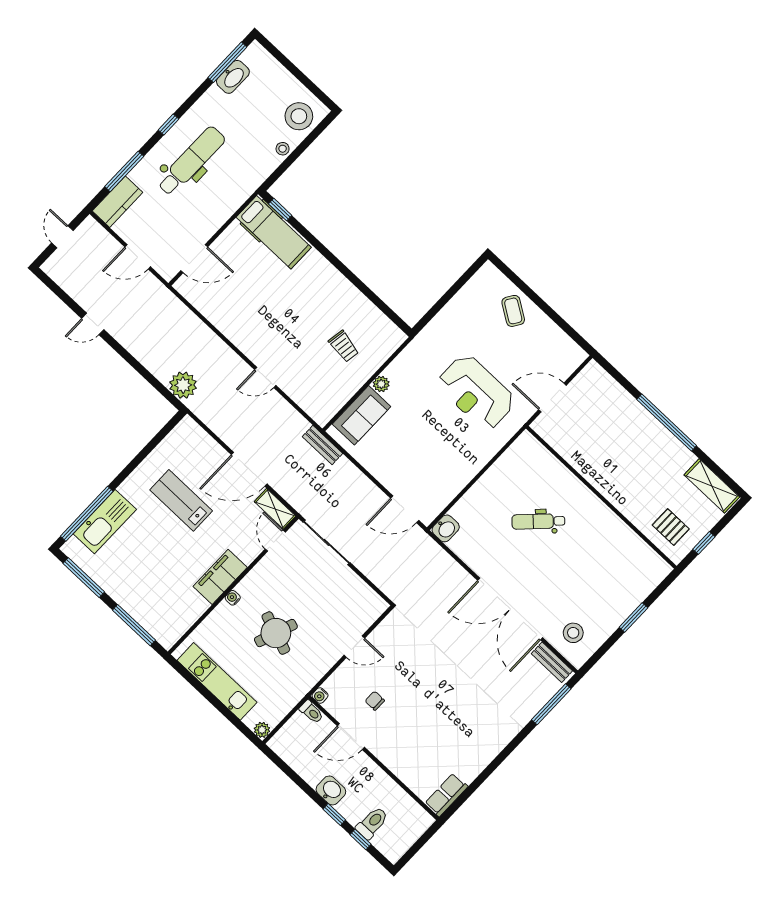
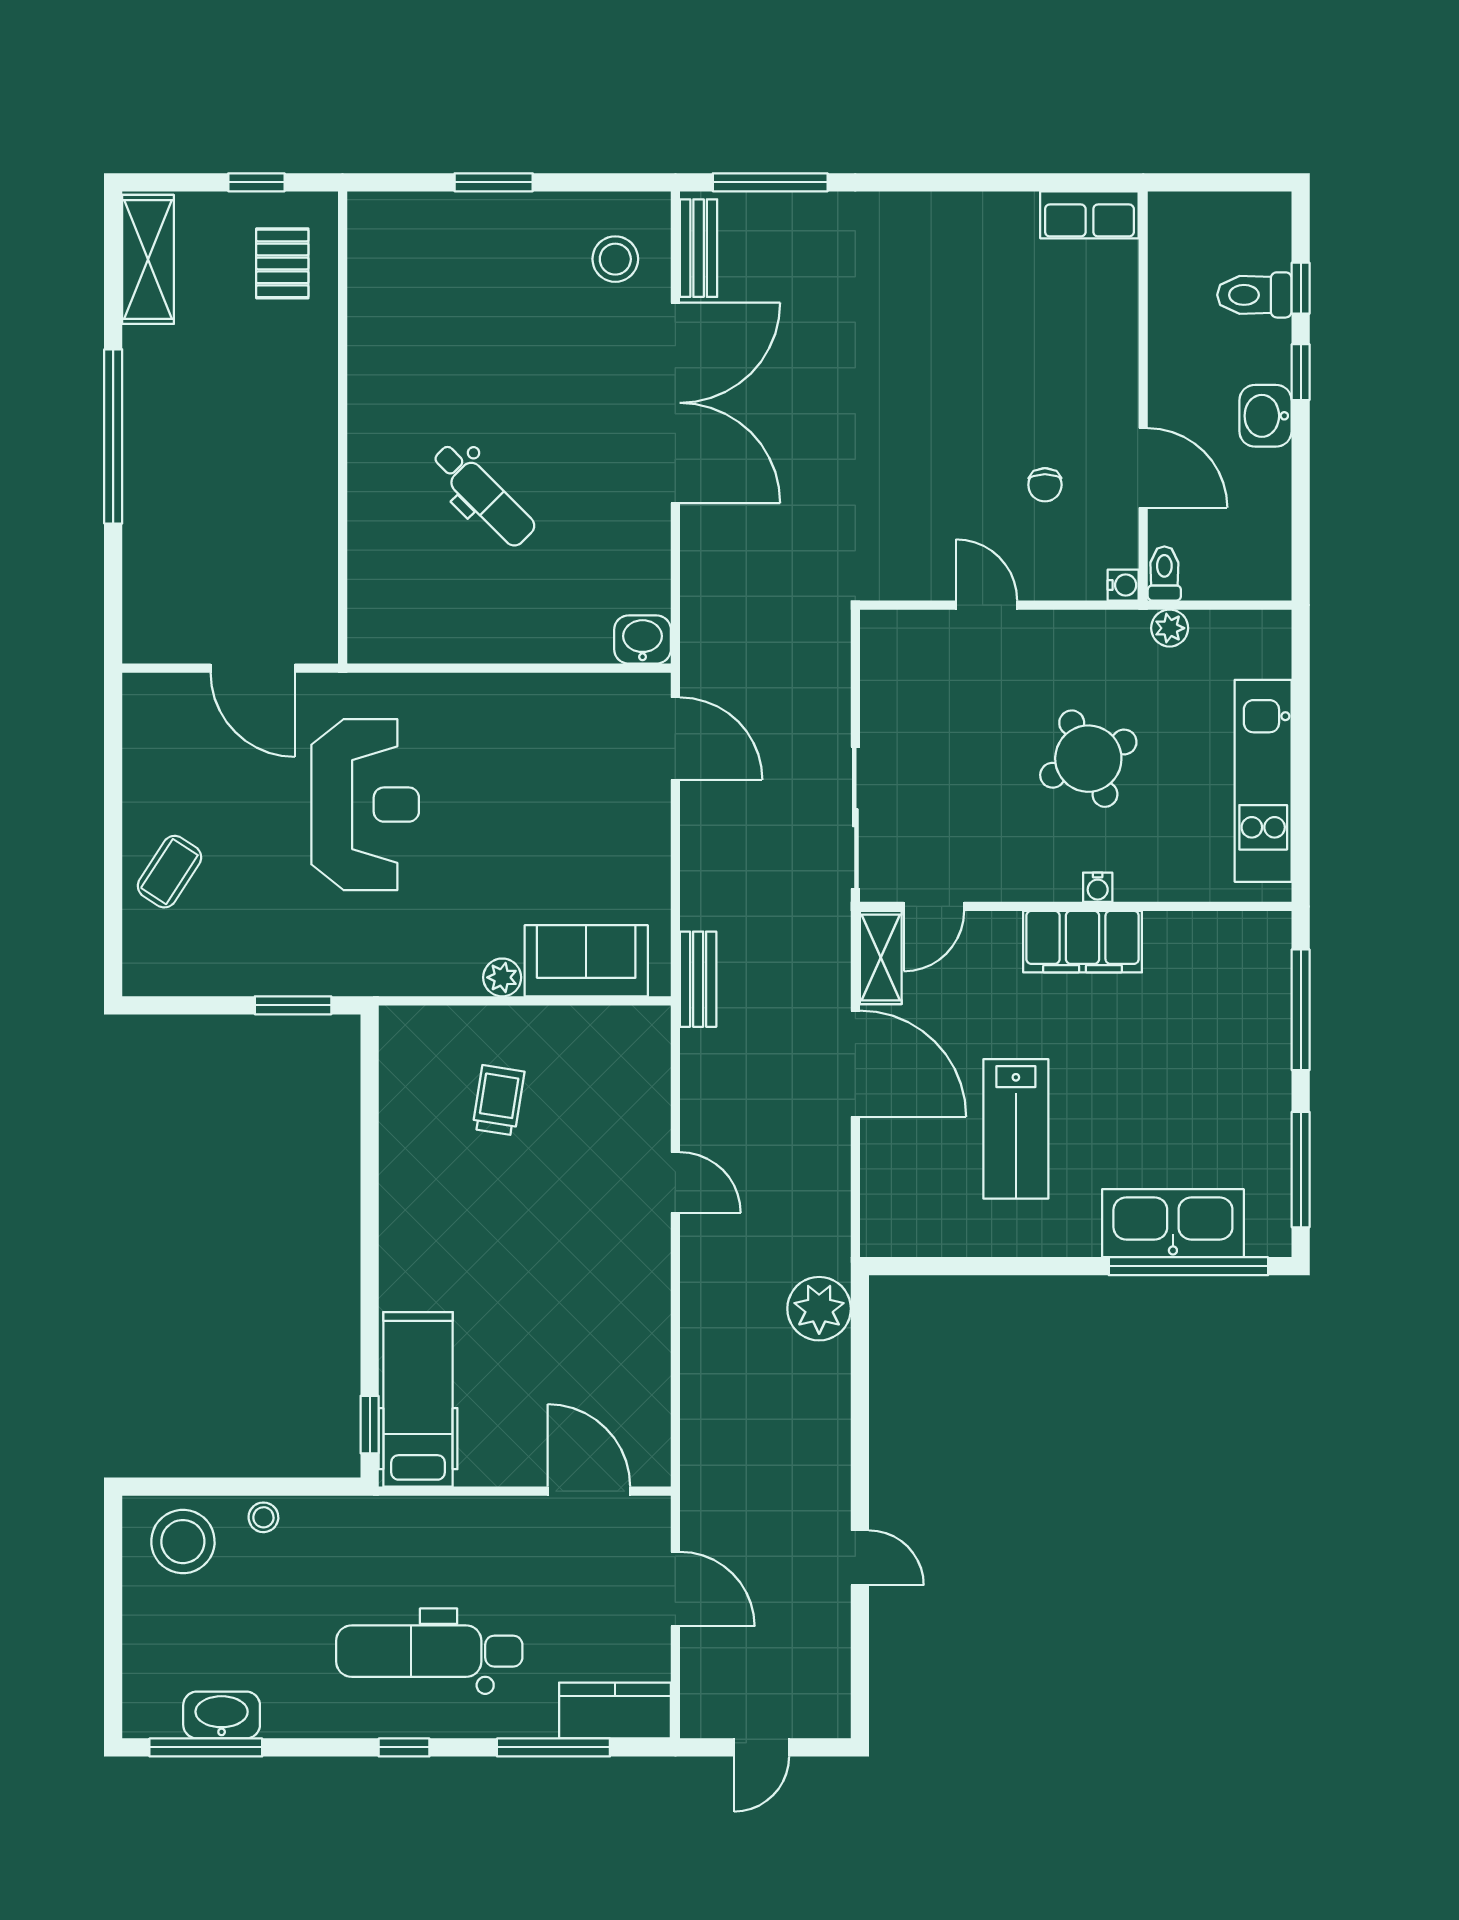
window: (435, 310) -> (293, 1005), added
round table: (276, 633) -> (1088, 759), turned 45
plant: (262, 730) -> (1170, 628), moved

